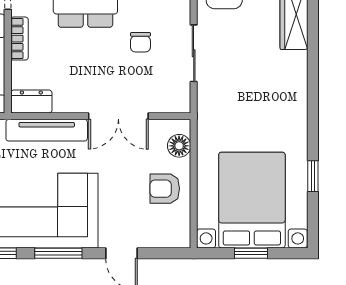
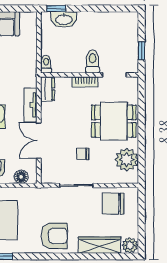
armchair: (278, 90) -> (54, 236), added
tv unit: (47, 130) -> (30, 105), width x0.71

